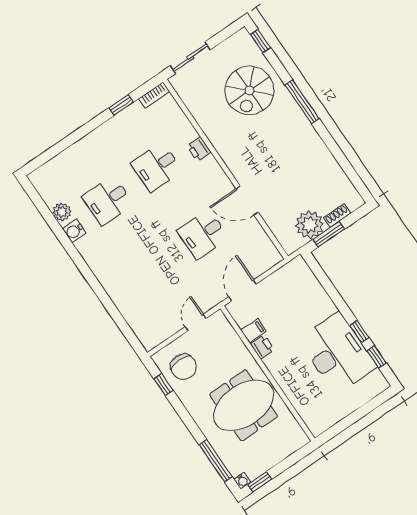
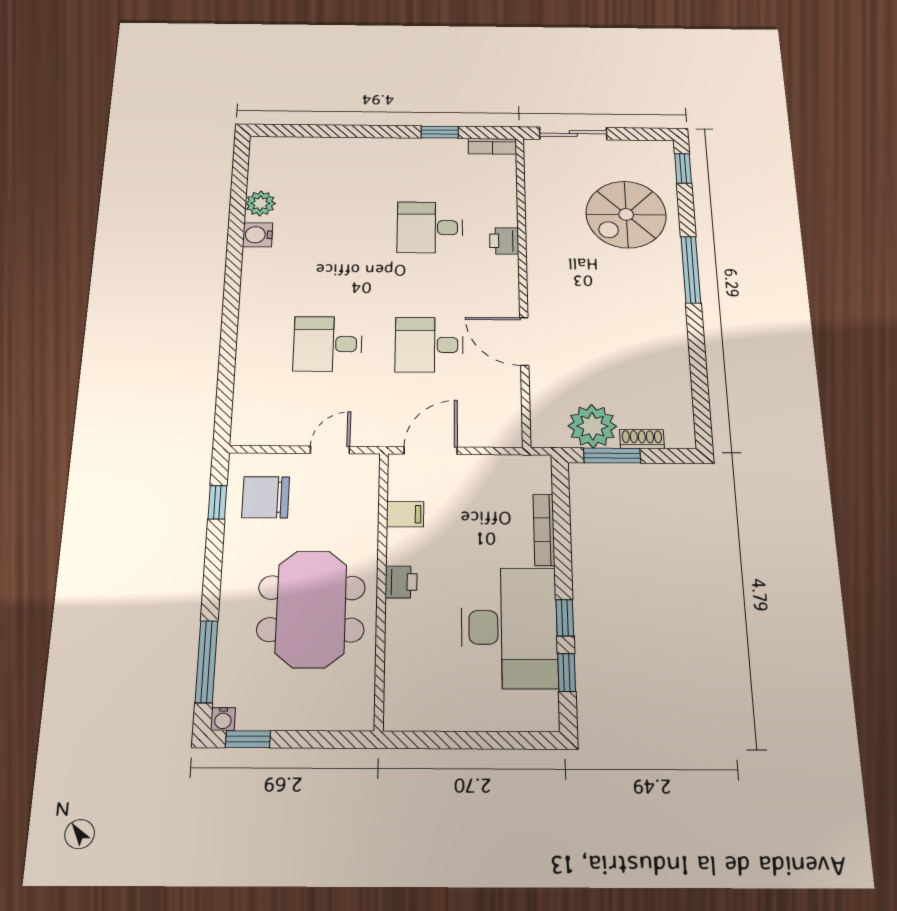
desk: (108, 200) -> (328, 344), moved
bookcase: (322, 295) -> (544, 530), added
printer: (262, 347) -> (401, 582), moved
chair: (184, 367) -> (266, 497), turned 90
meeting table: (244, 405) -> (311, 609), turned 90

